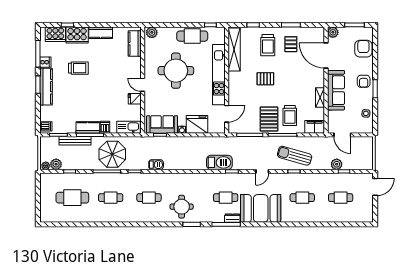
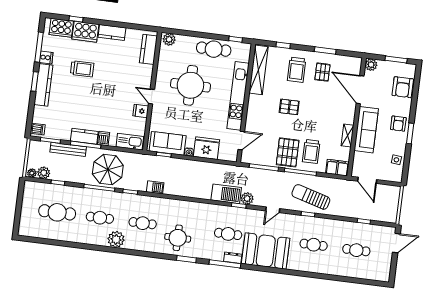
armchair: (363, 49) -> (403, 87), turned 180
plant: (337, 164) -> (247, 199), moved
plant: (127, 215) -> (116, 239), added

